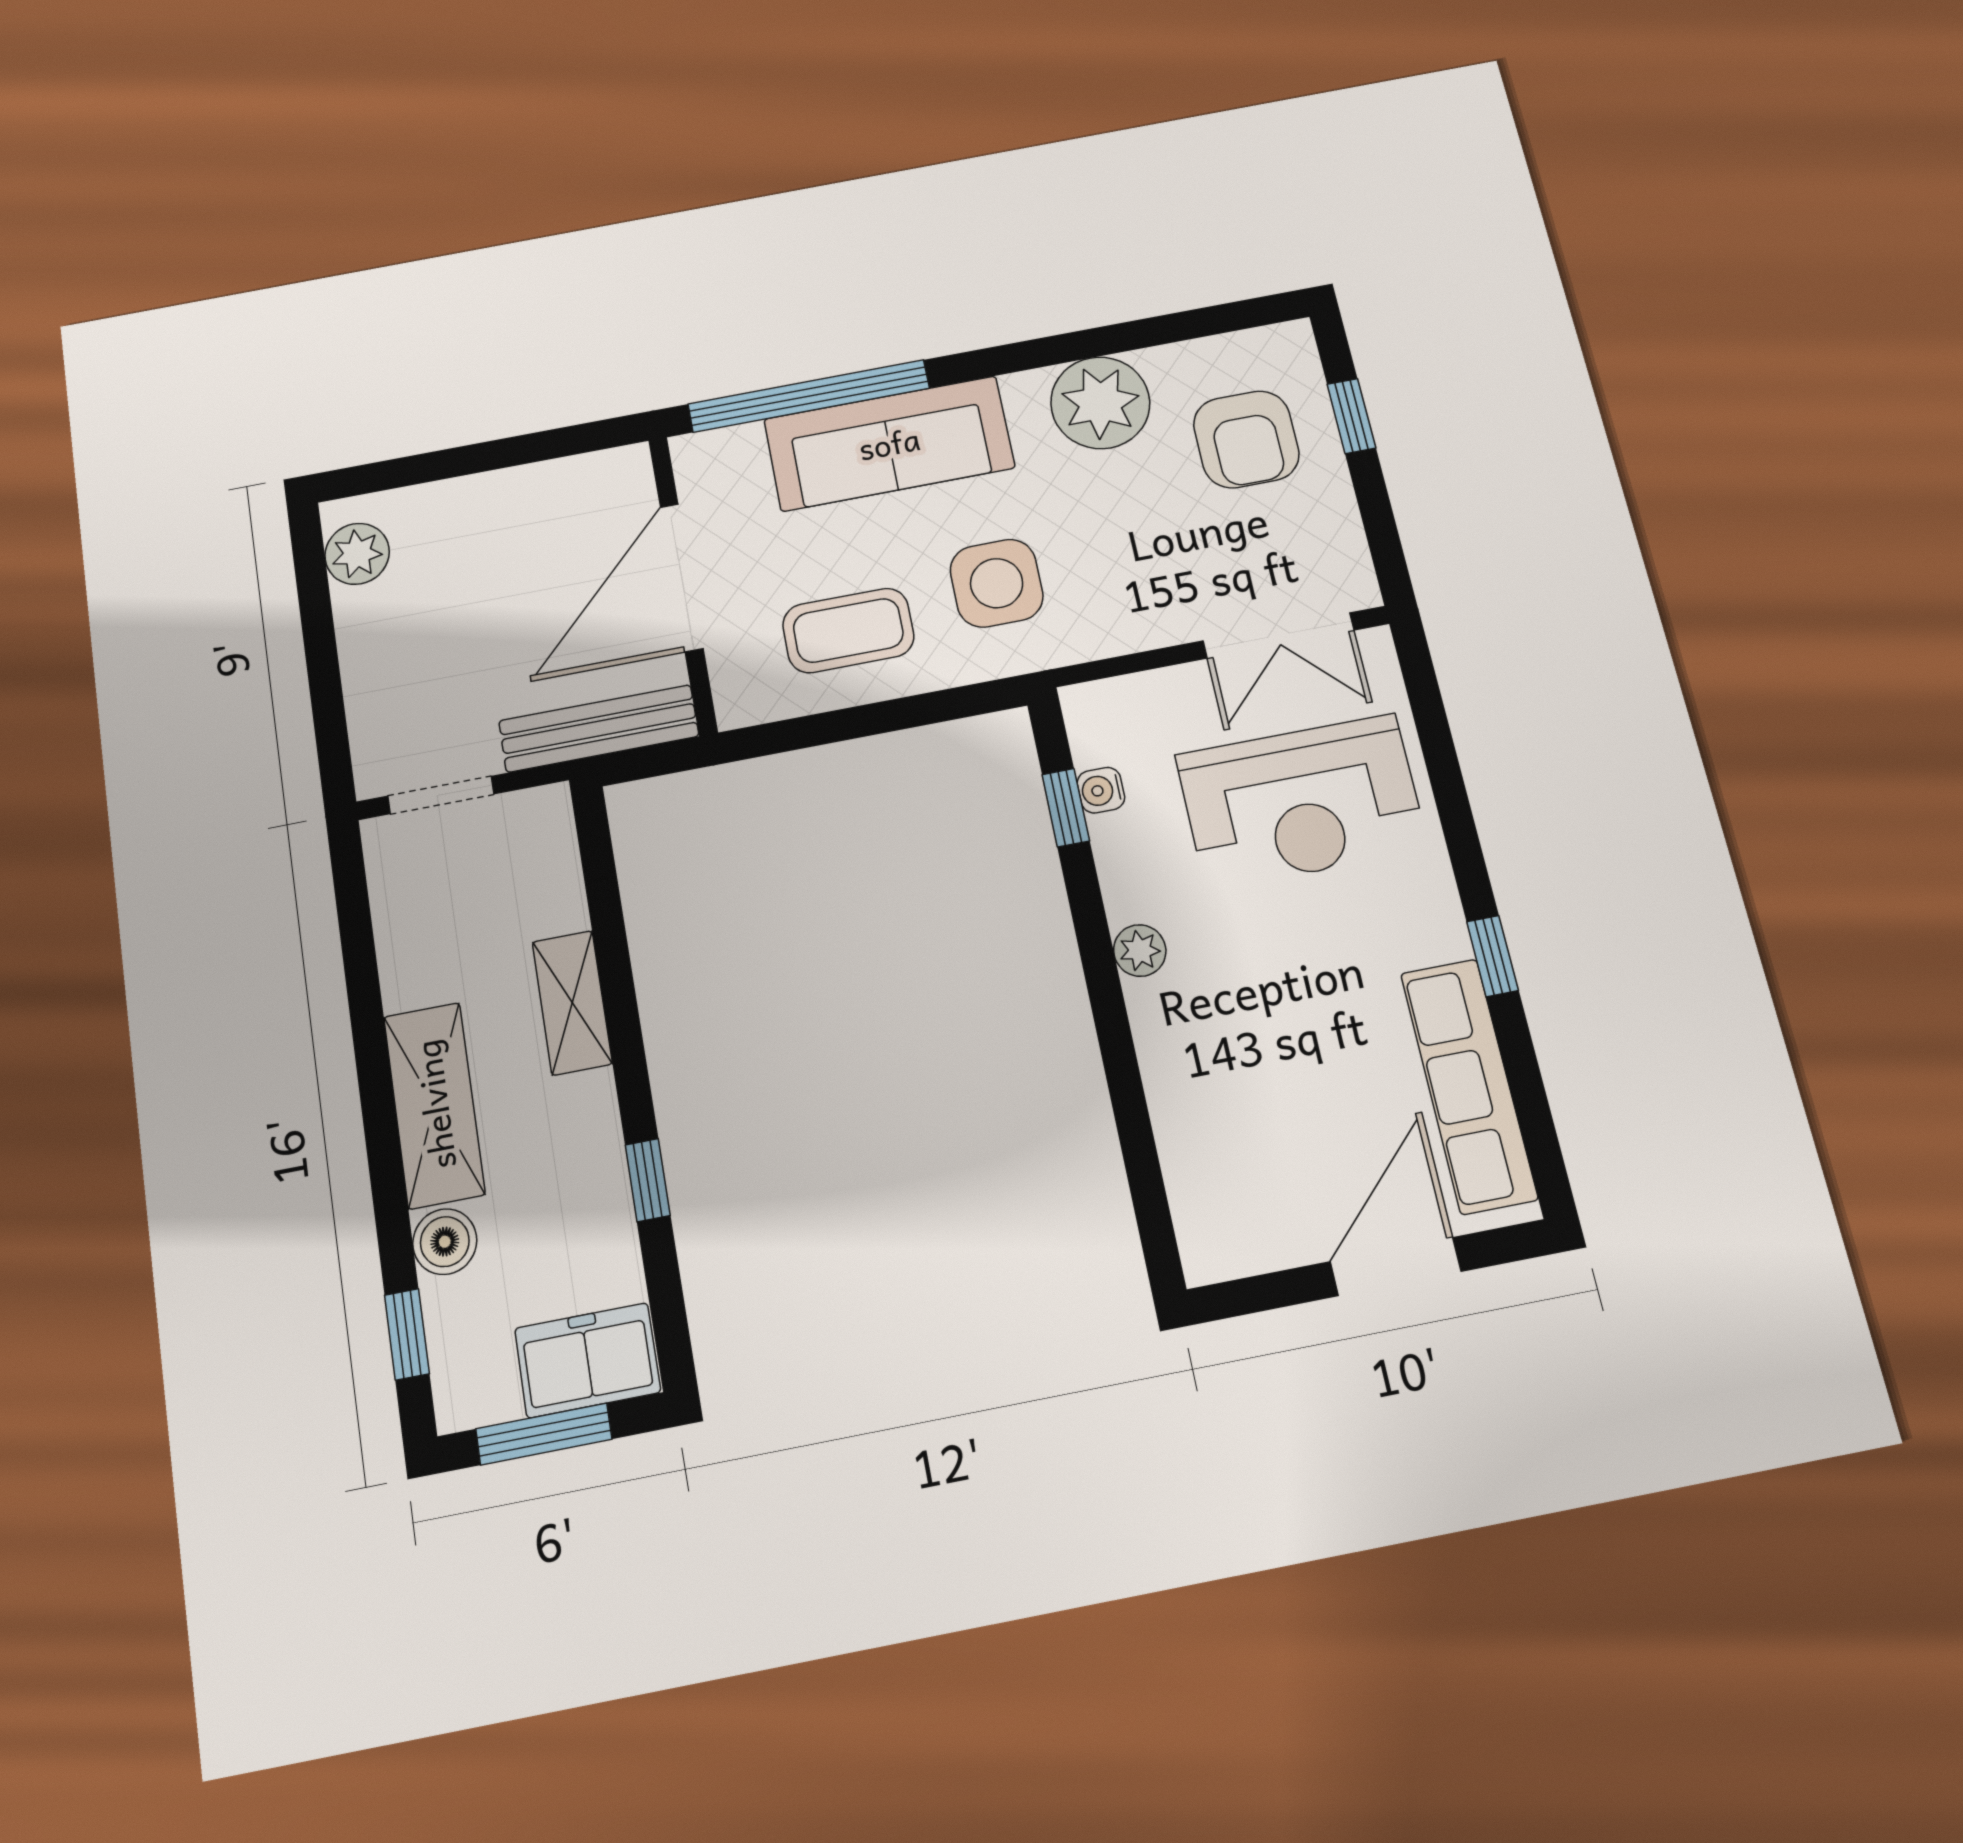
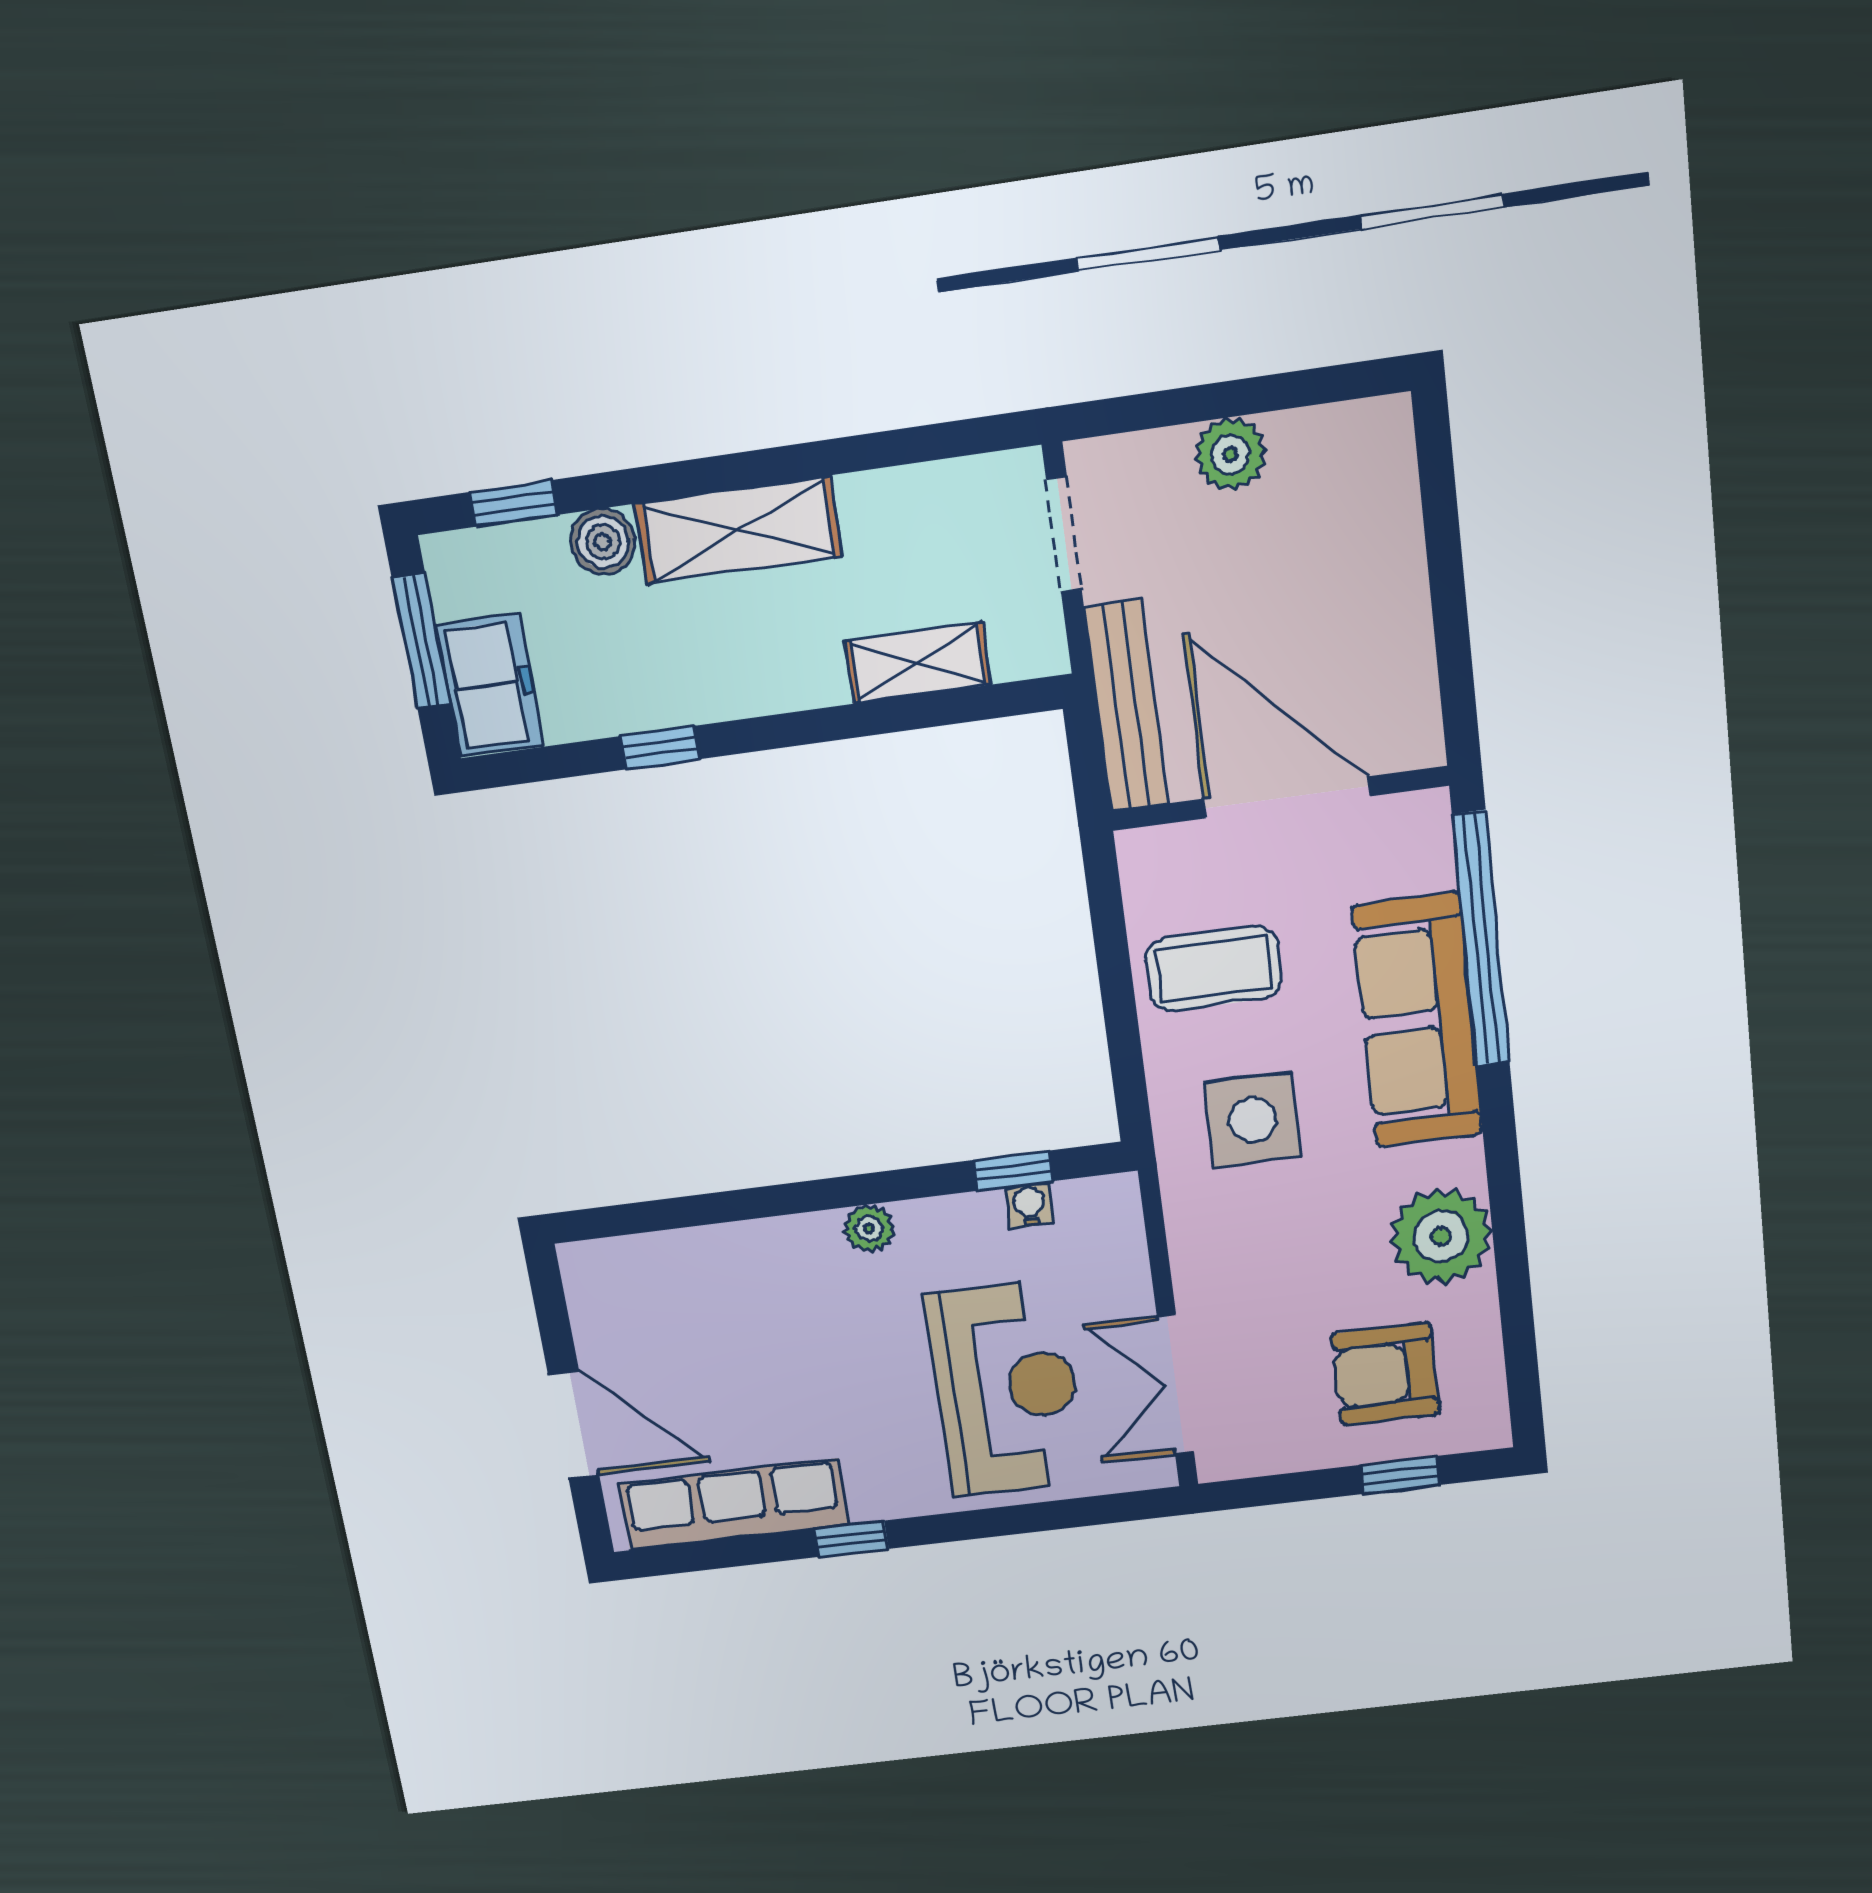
plant: (357, 554) -> (1230, 454), moved
coffee table: (848, 630) -> (1214, 969), turned 90
reception desk: (1301, 802) -> (1007, 1388), turned 180
shelving: (572, 1003) -> (918, 663), moved

